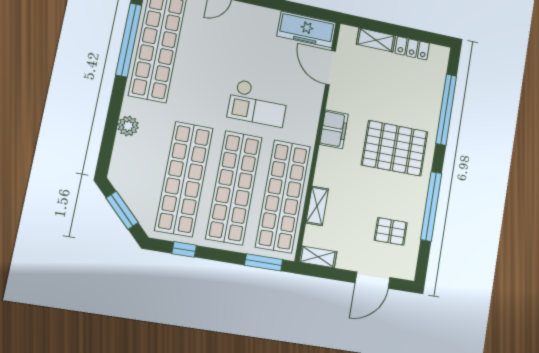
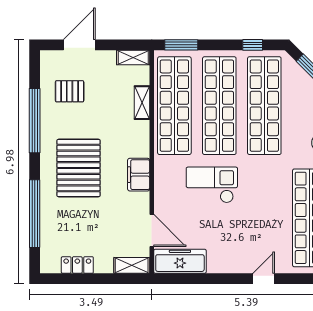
shelving: (376, 40) -> (132, 265), moved
pallet: (395, 148) -> (79, 168), turned 90

